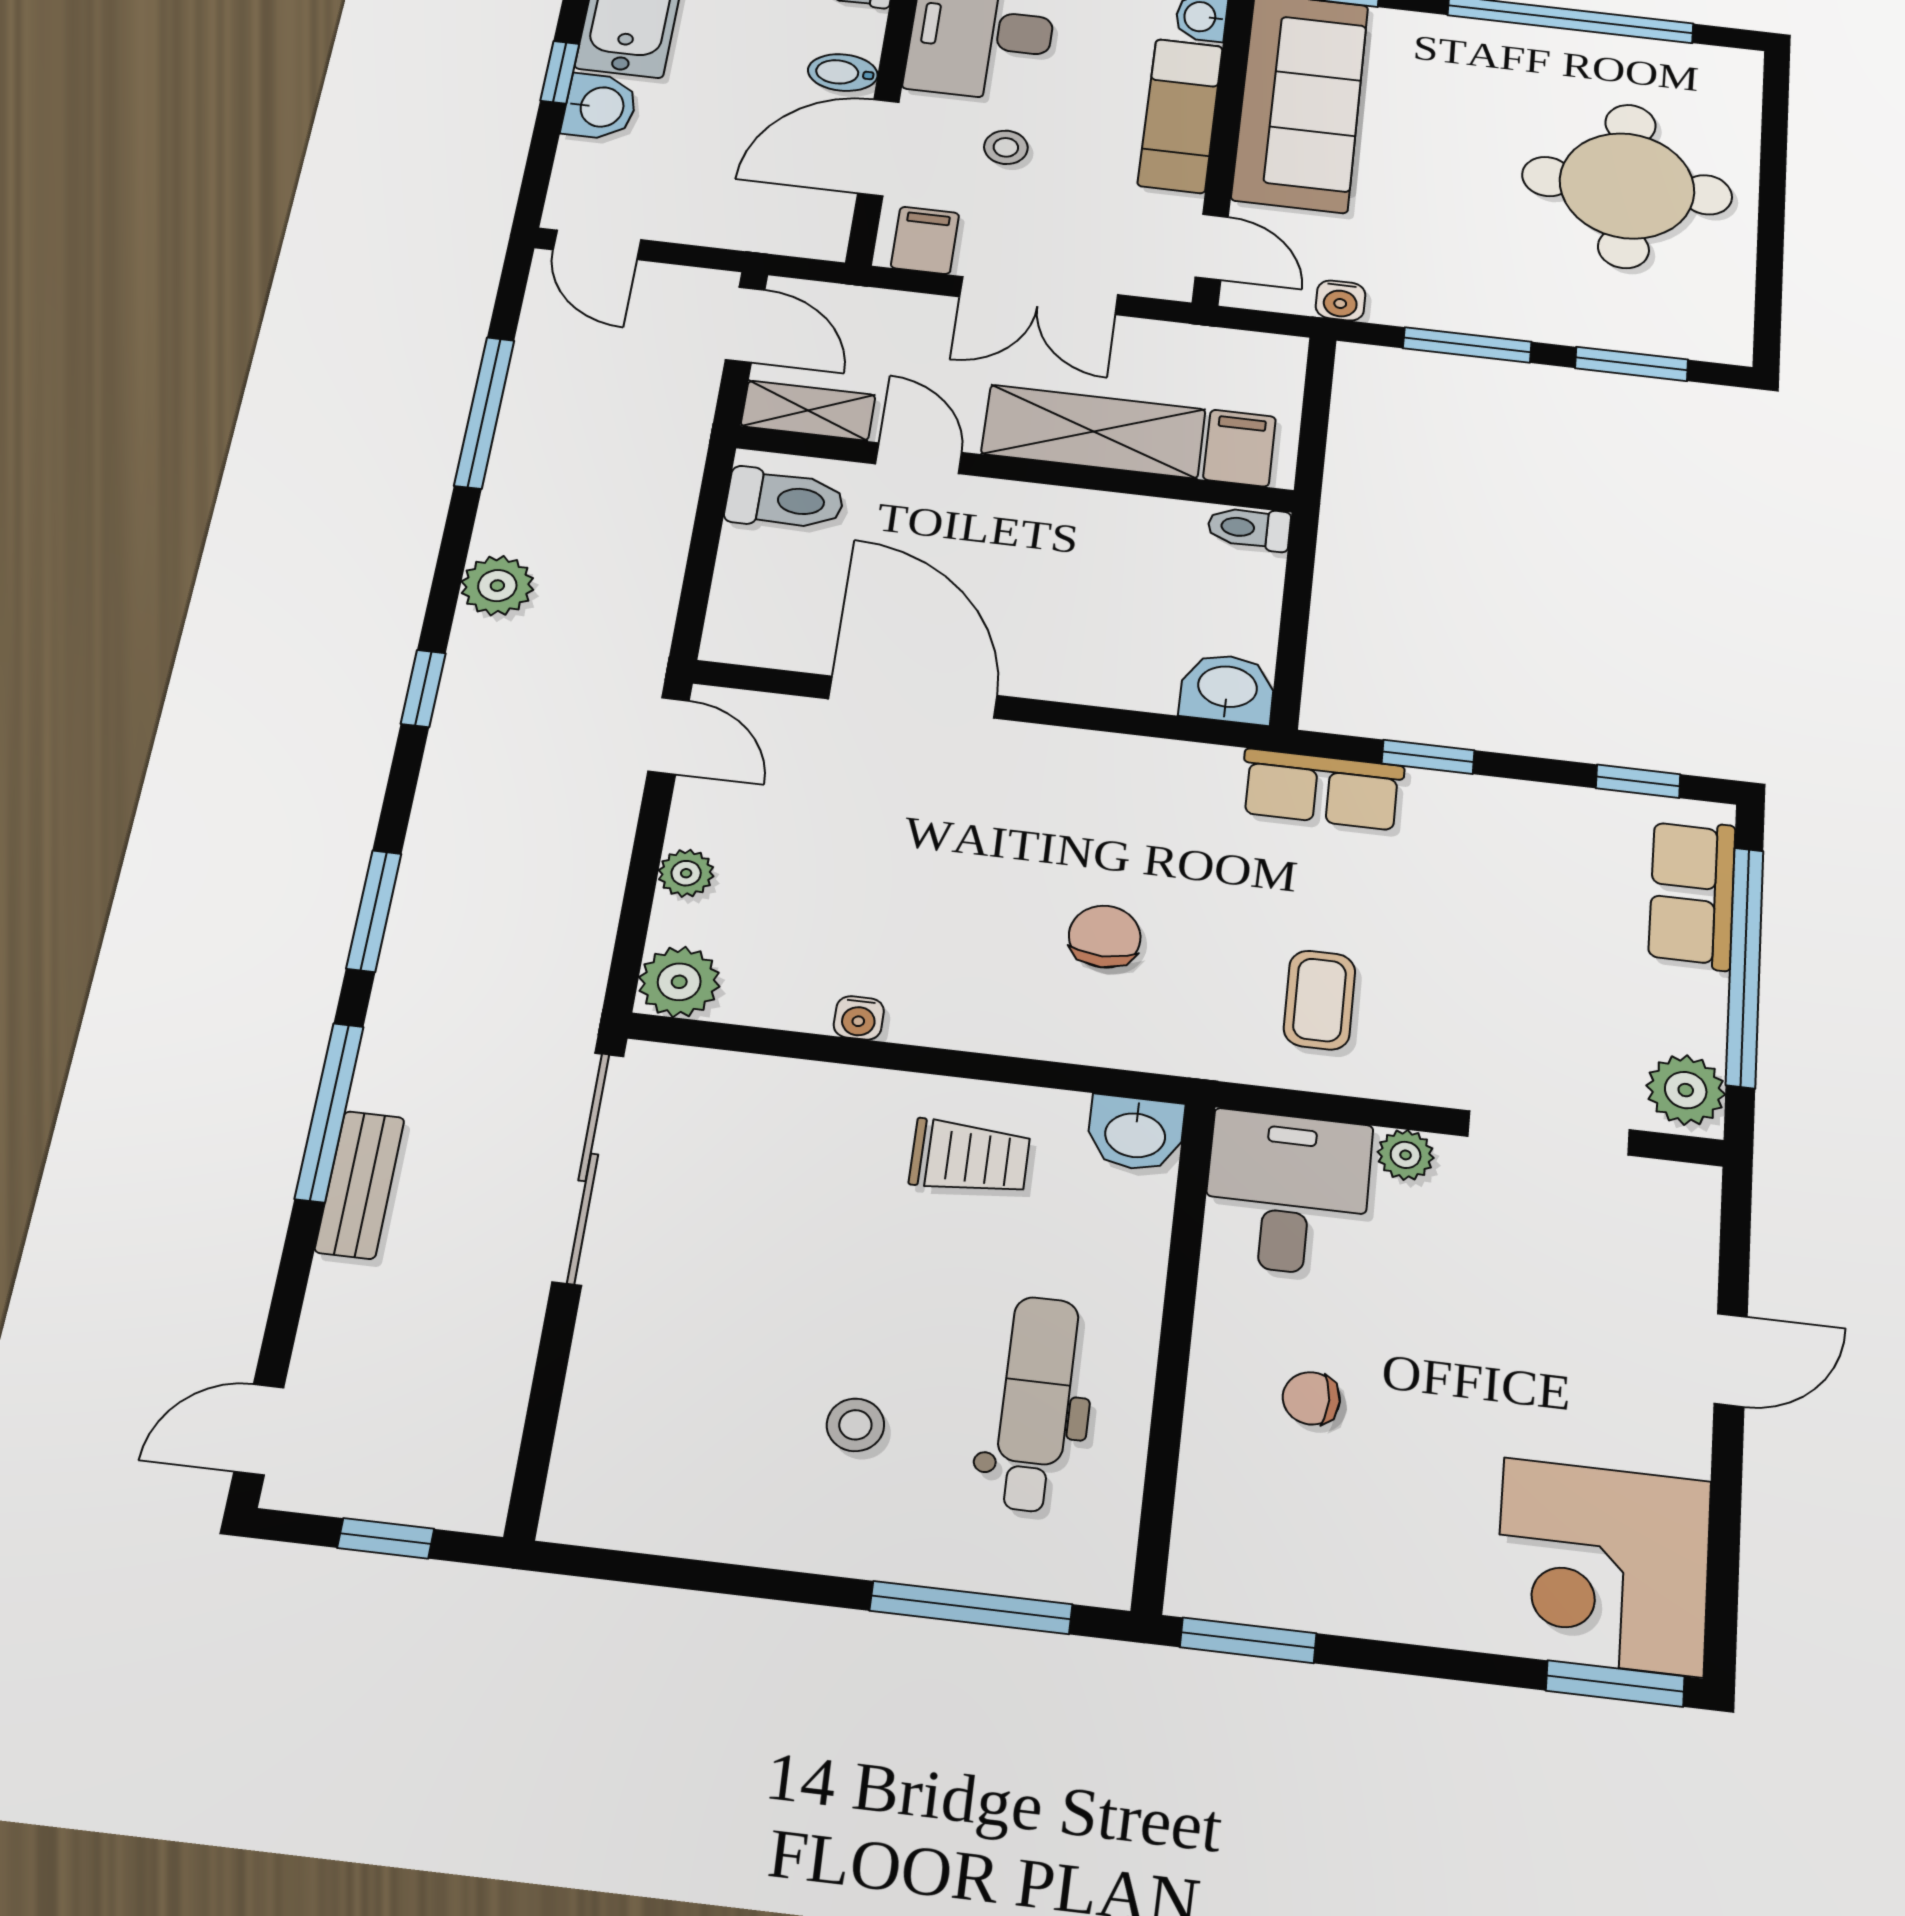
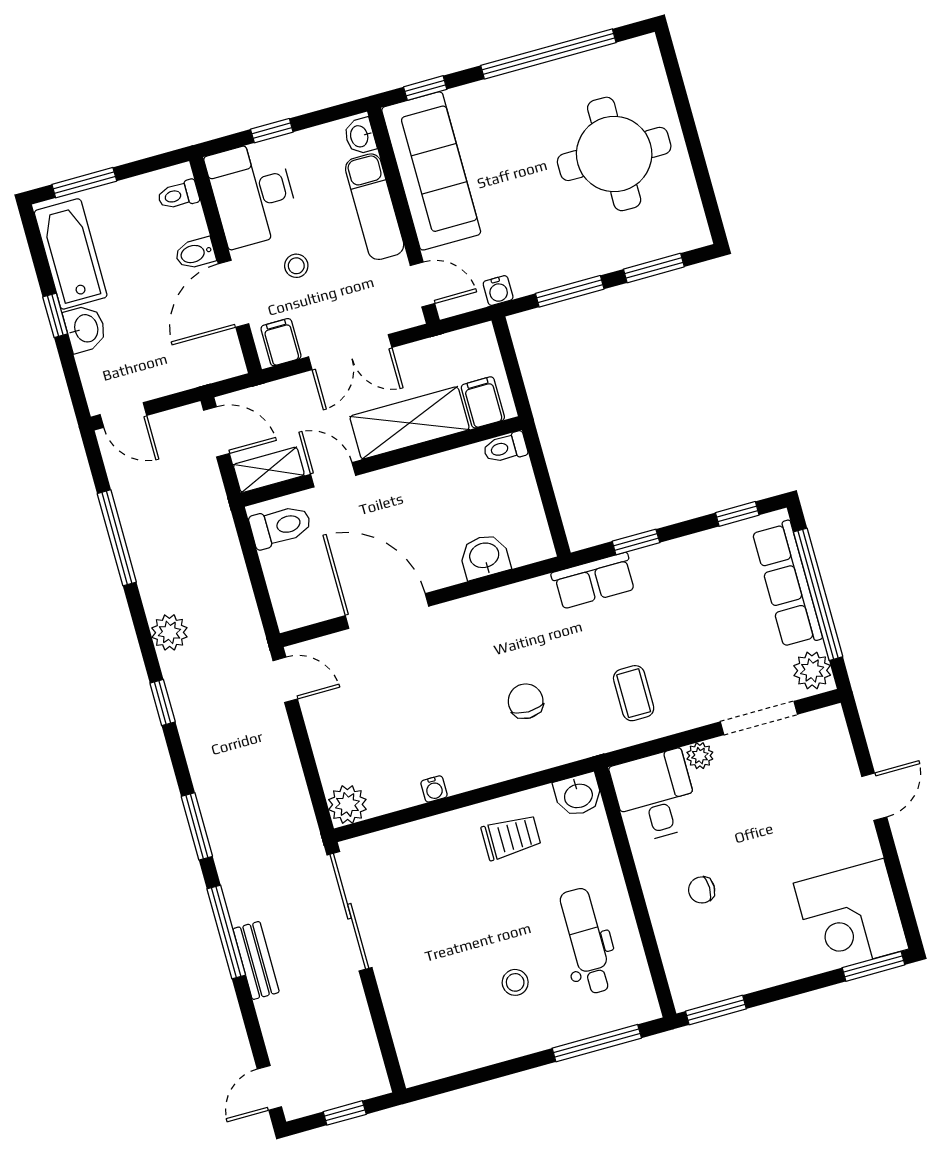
washbasin: (1227, 689) -> (485, 556), moved
plant: (686, 873) -> (326, 748), removed
row of seats: (1692, 894) -> (787, 584), width x1.48

